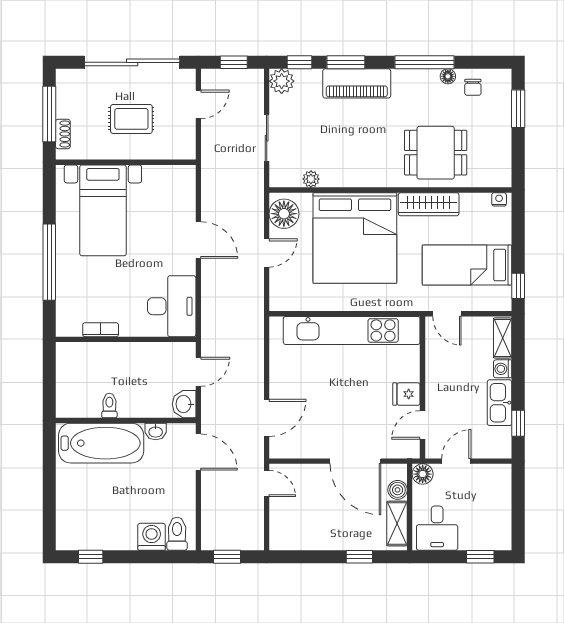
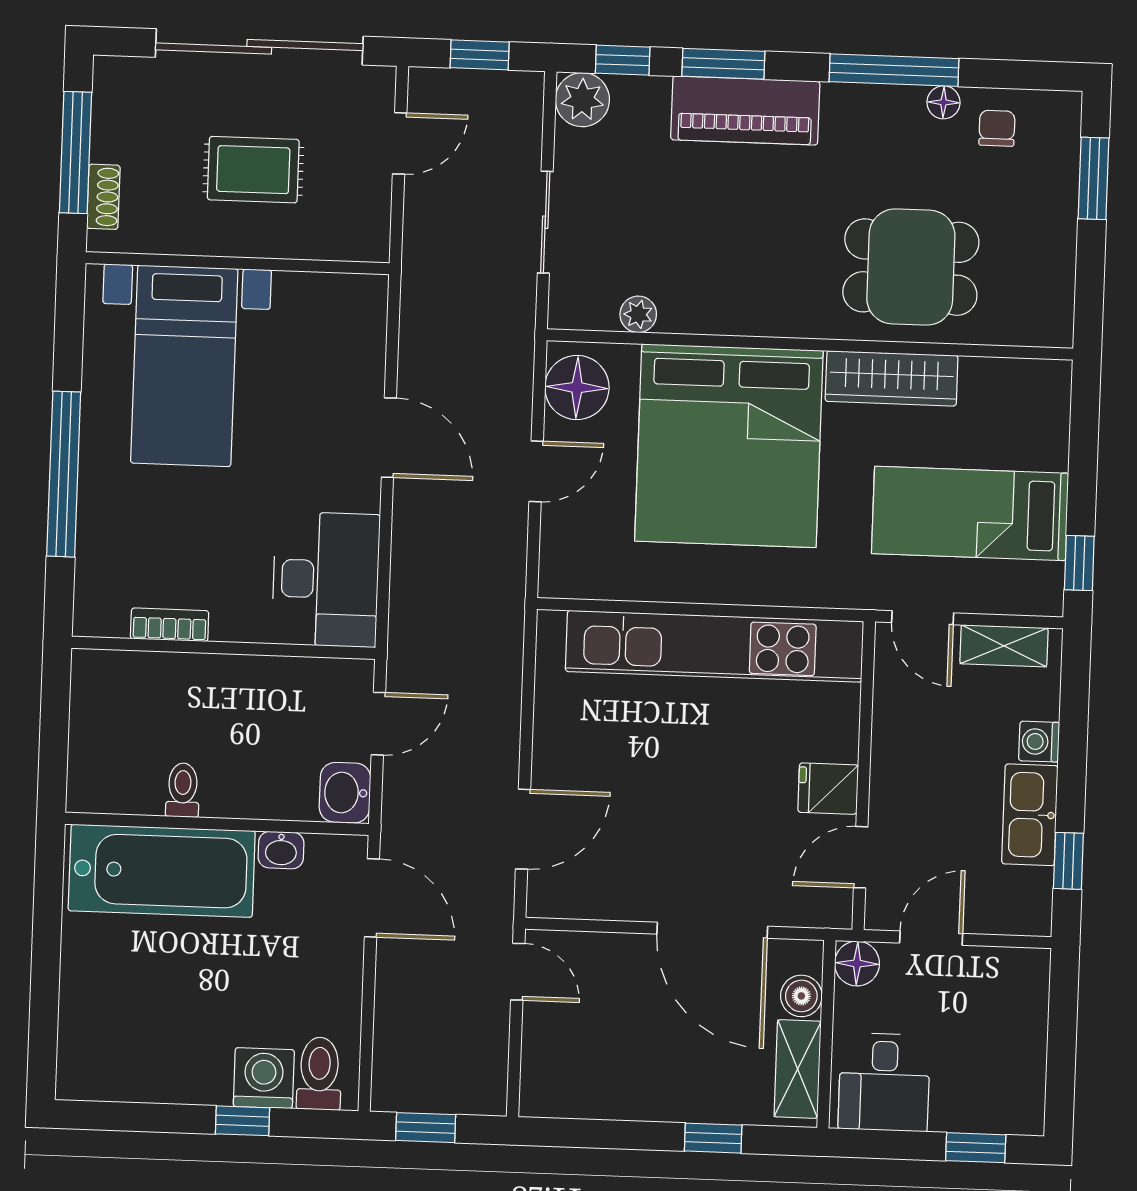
chair: (473, 87) -> (997, 128), turned 180
nightstand: (499, 199) -> (1045, 373), removed
shelving: (503, 338) -> (1004, 646), moved, turned 90
window: (91, 557) -> (243, 1121), moved

